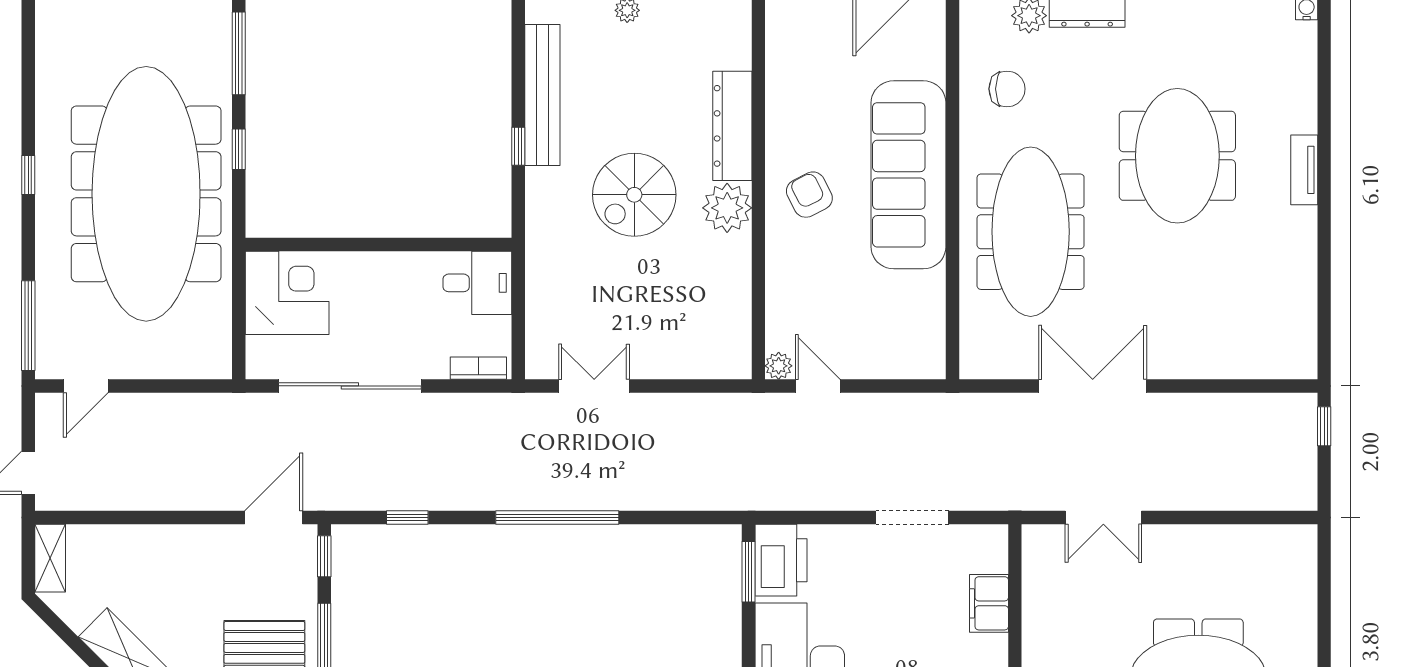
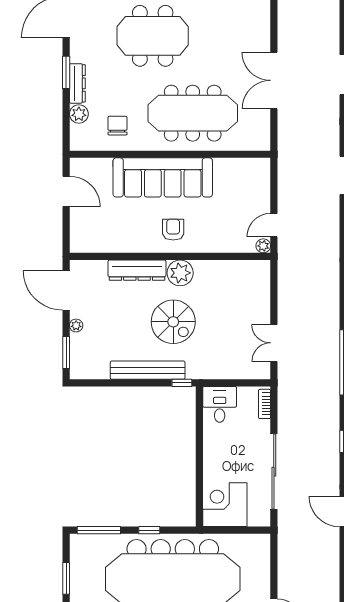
bench: (542, 95) -> (148, 370), moved
window: (518, 146) -> (182, 383), moved
armchair: (809, 195) -> (173, 230), turned 117

